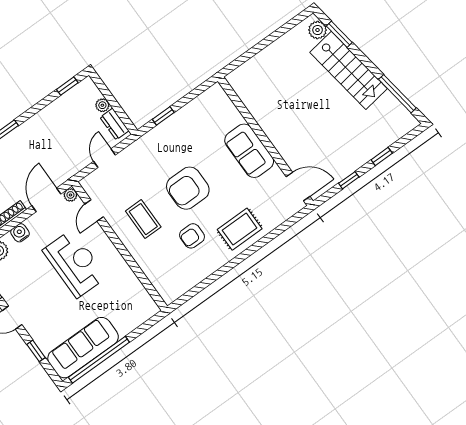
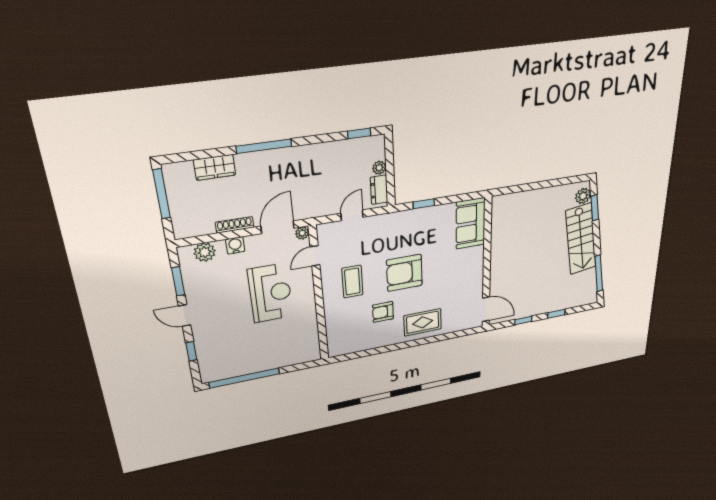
sofa: (249, 151) -> (471, 223), moved
sofa: (83, 348) -> (236, 364), removed

